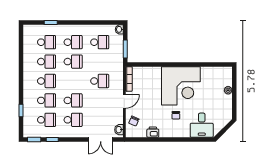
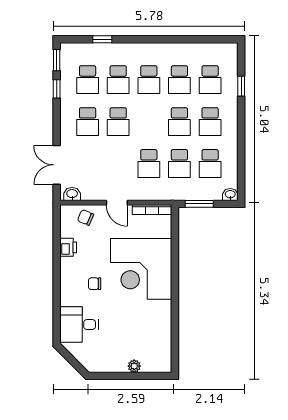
school desk: (100, 62) -> (179, 164), added
corner desk: (181, 86) -> (141, 269), moved

